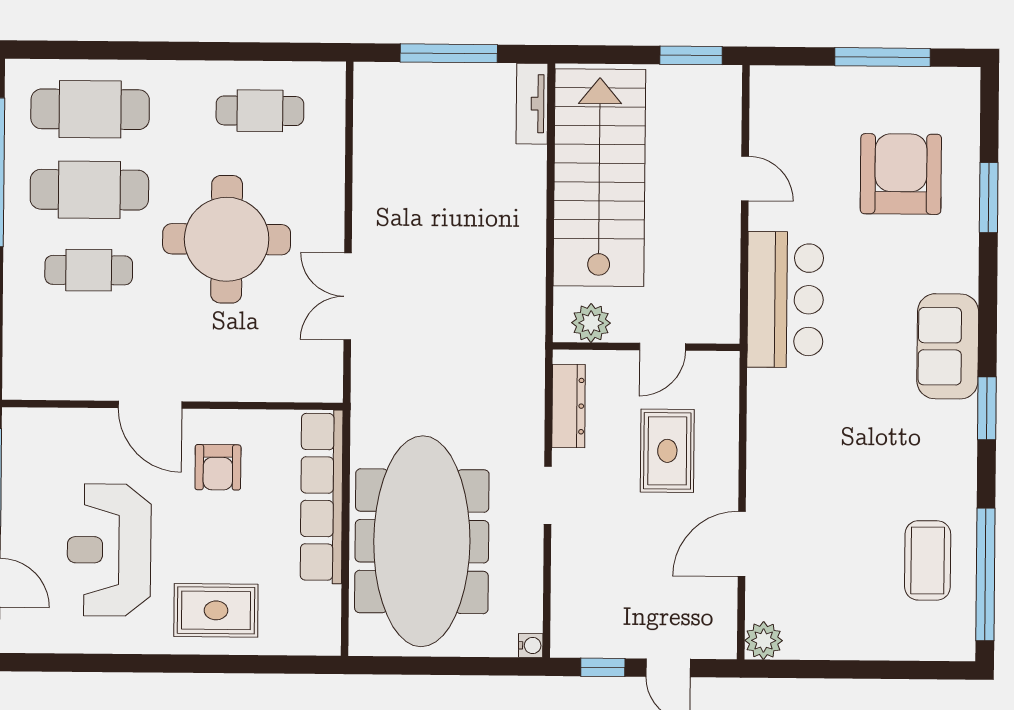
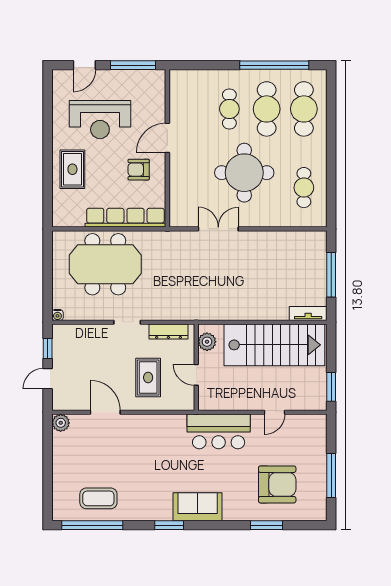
rug: (667, 451) -> (148, 377), turned 90
meeting table: (422, 541) -> (105, 264), width x0.73
reception desk: (109, 550) -> (100, 120), turned 180

